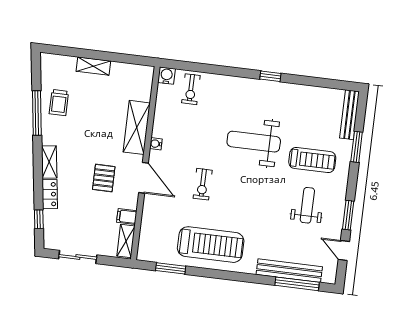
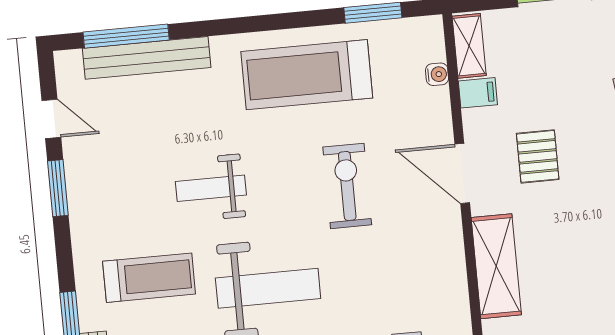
water cooler: (156, 144) -> (437, 74), moved
treadmill: (312, 160) -> (149, 278), turned 180
exercise bike: (203, 184) -> (347, 186), width x1.38, depth x1.39
weight bench: (307, 205) -> (211, 188), moved, turned 90

